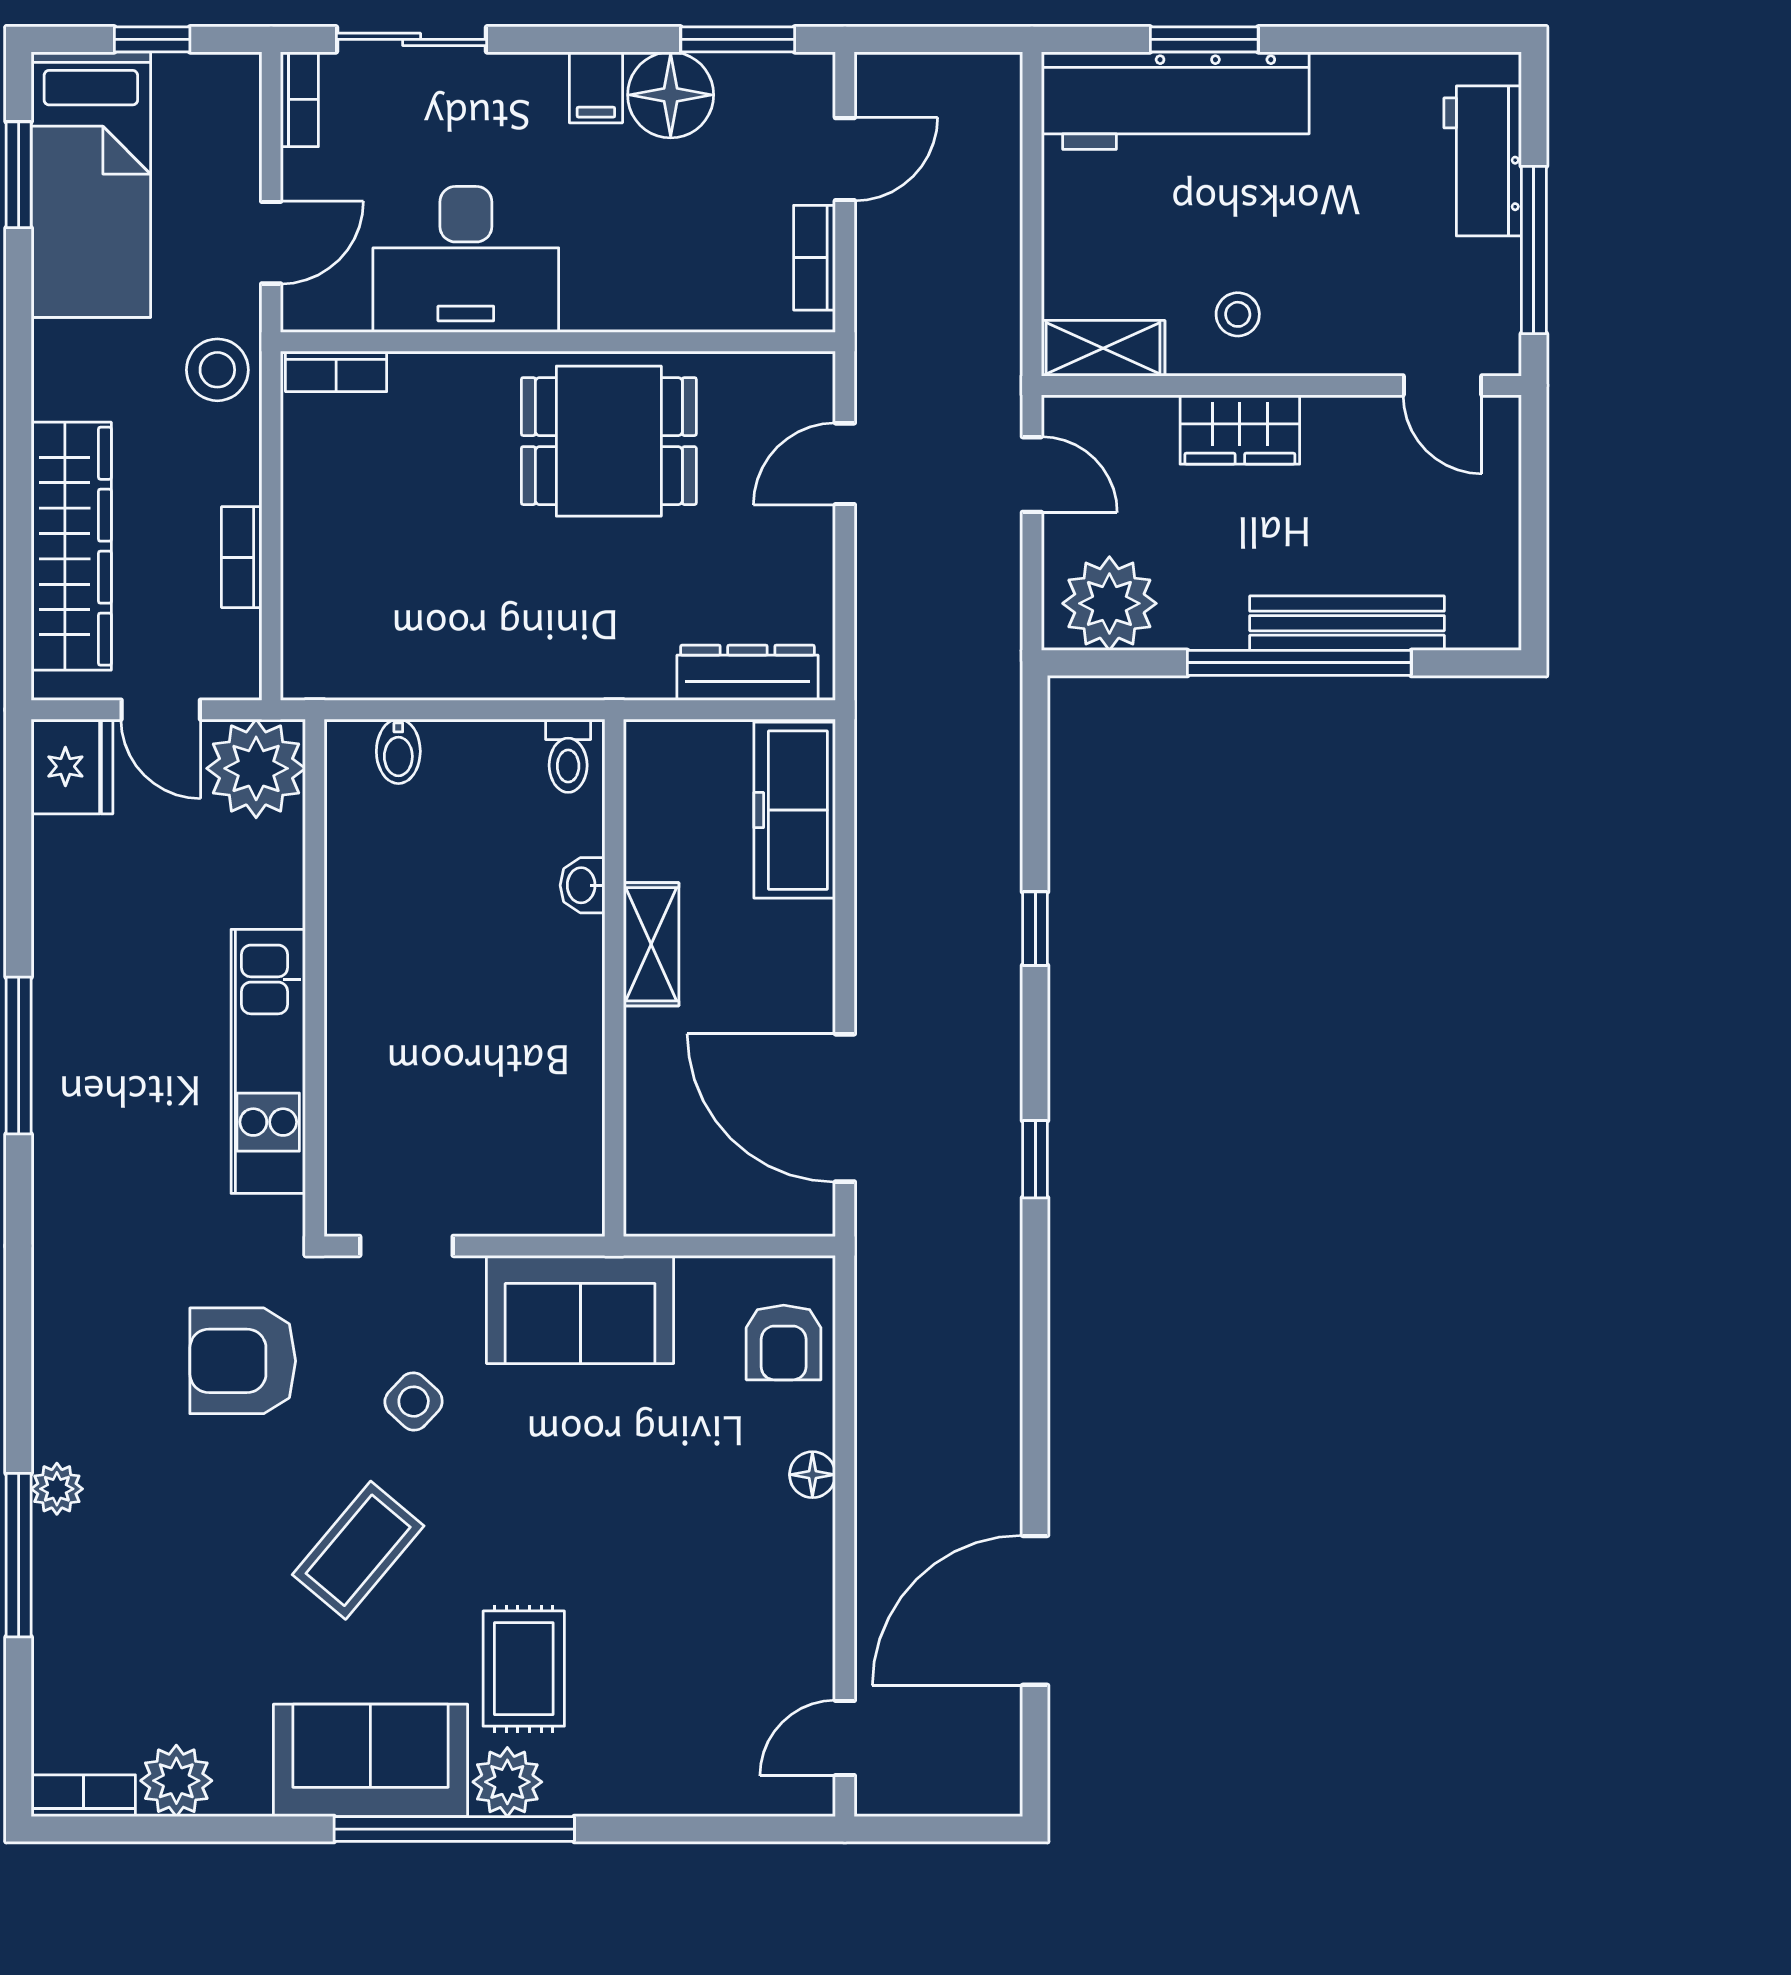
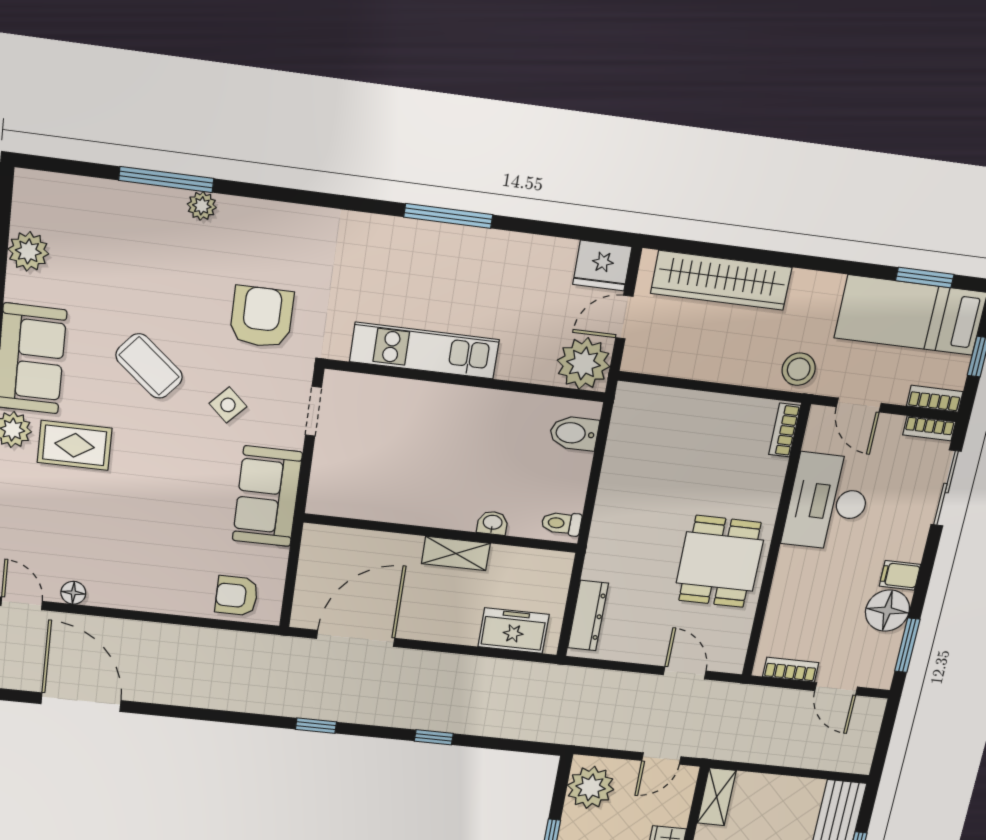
bookcase: (242, 557) -> (935, 399), moved
bidet: (398, 751) -> (574, 433), width x1.38, depth x1.36
freezer: (795, 810) -> (514, 631), width x0.71
floor lamp: (812, 1475) -> (73, 593), moved
bookcase: (83, 1796) -> (24, 198), removed

